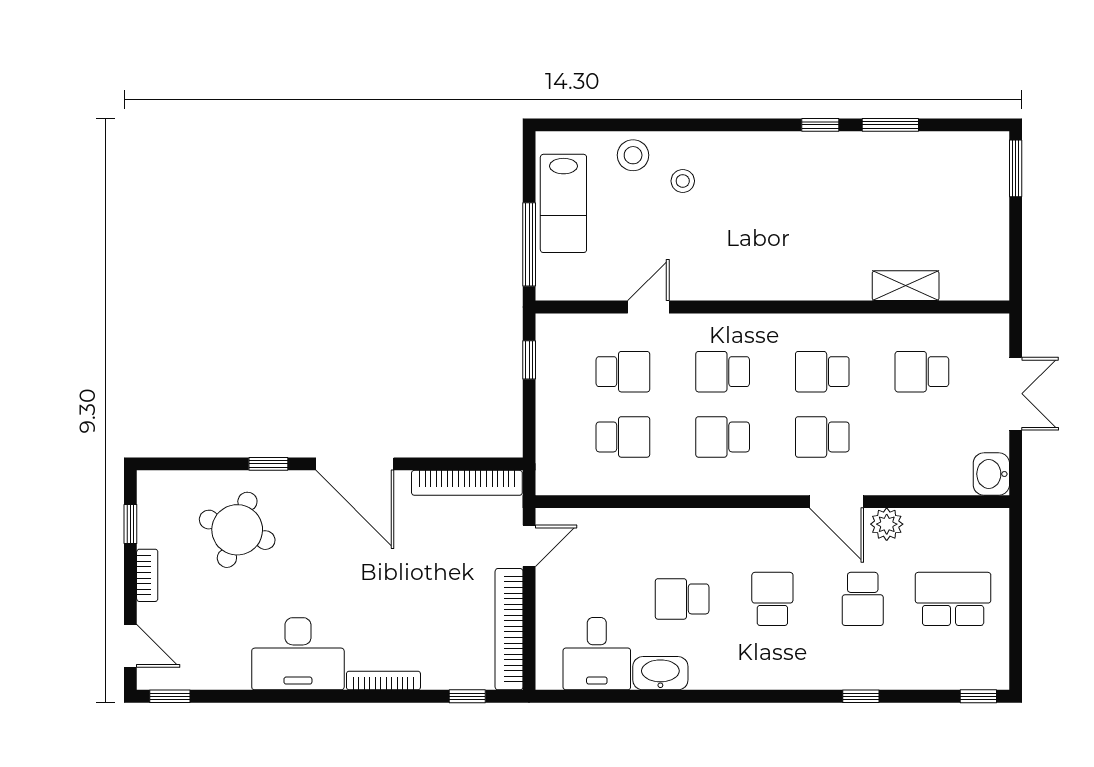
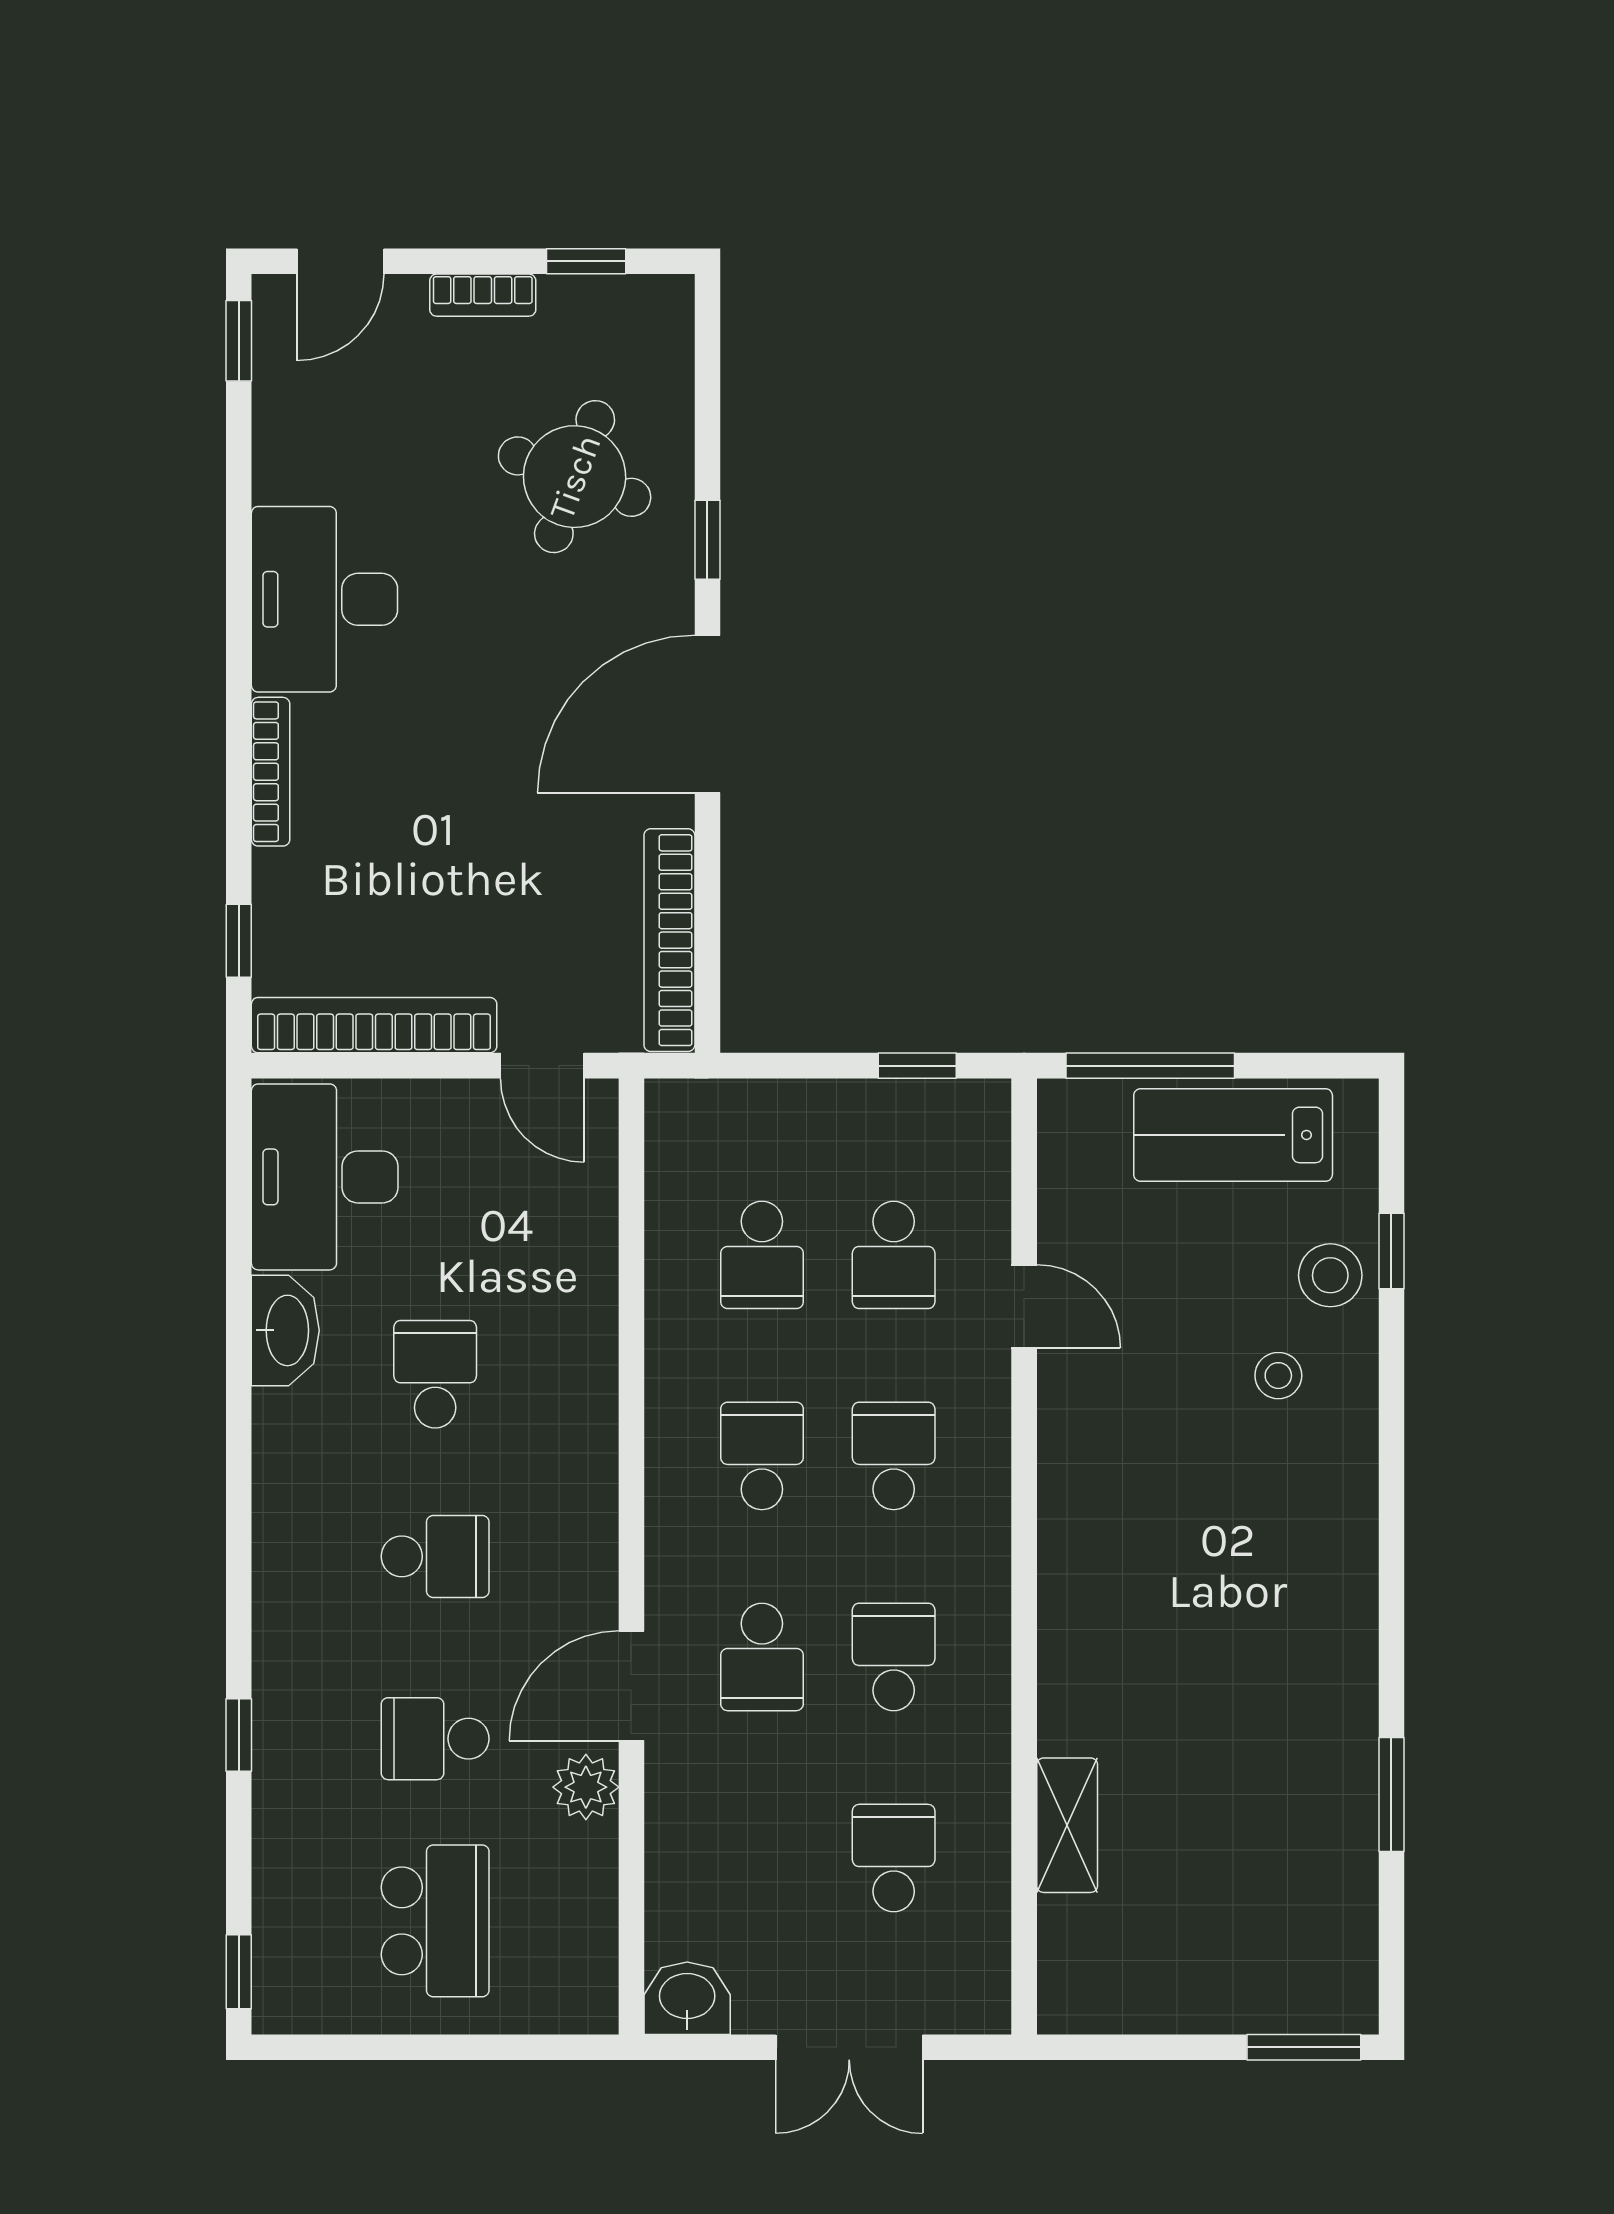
window: (820, 125) -> (1391, 1251), moved
school desk: (822, 437) -> (762, 1657), turned 180
desk: (597, 654) -> (325, 1177), width x1.37

